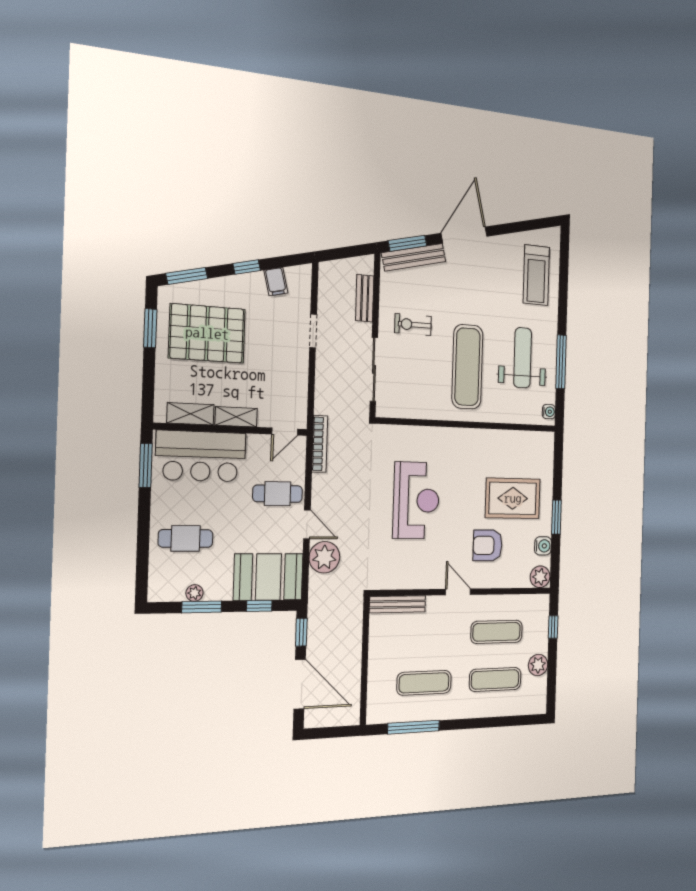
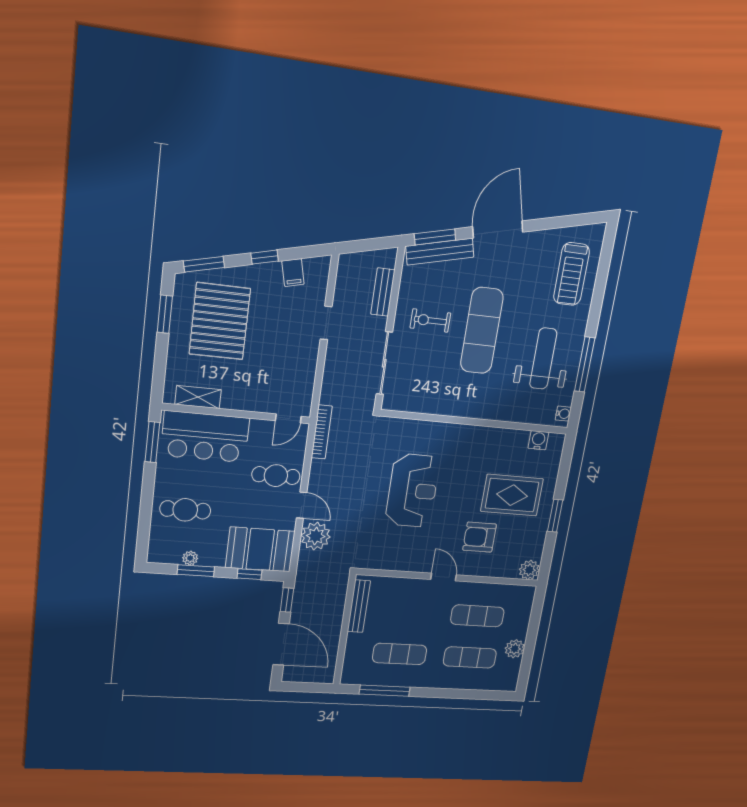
pallet: (207, 333) -> (220, 321), turned 90
exercise mat: (467, 367) -> (482, 331), moved
shelving: (236, 417) -> (242, 402), removed
water cooler: (543, 546) -> (538, 440), moved, turned -90
bench: (398, 604) -> (359, 606), moved, turned 90
window: (553, 627) -> (535, 616), removed

